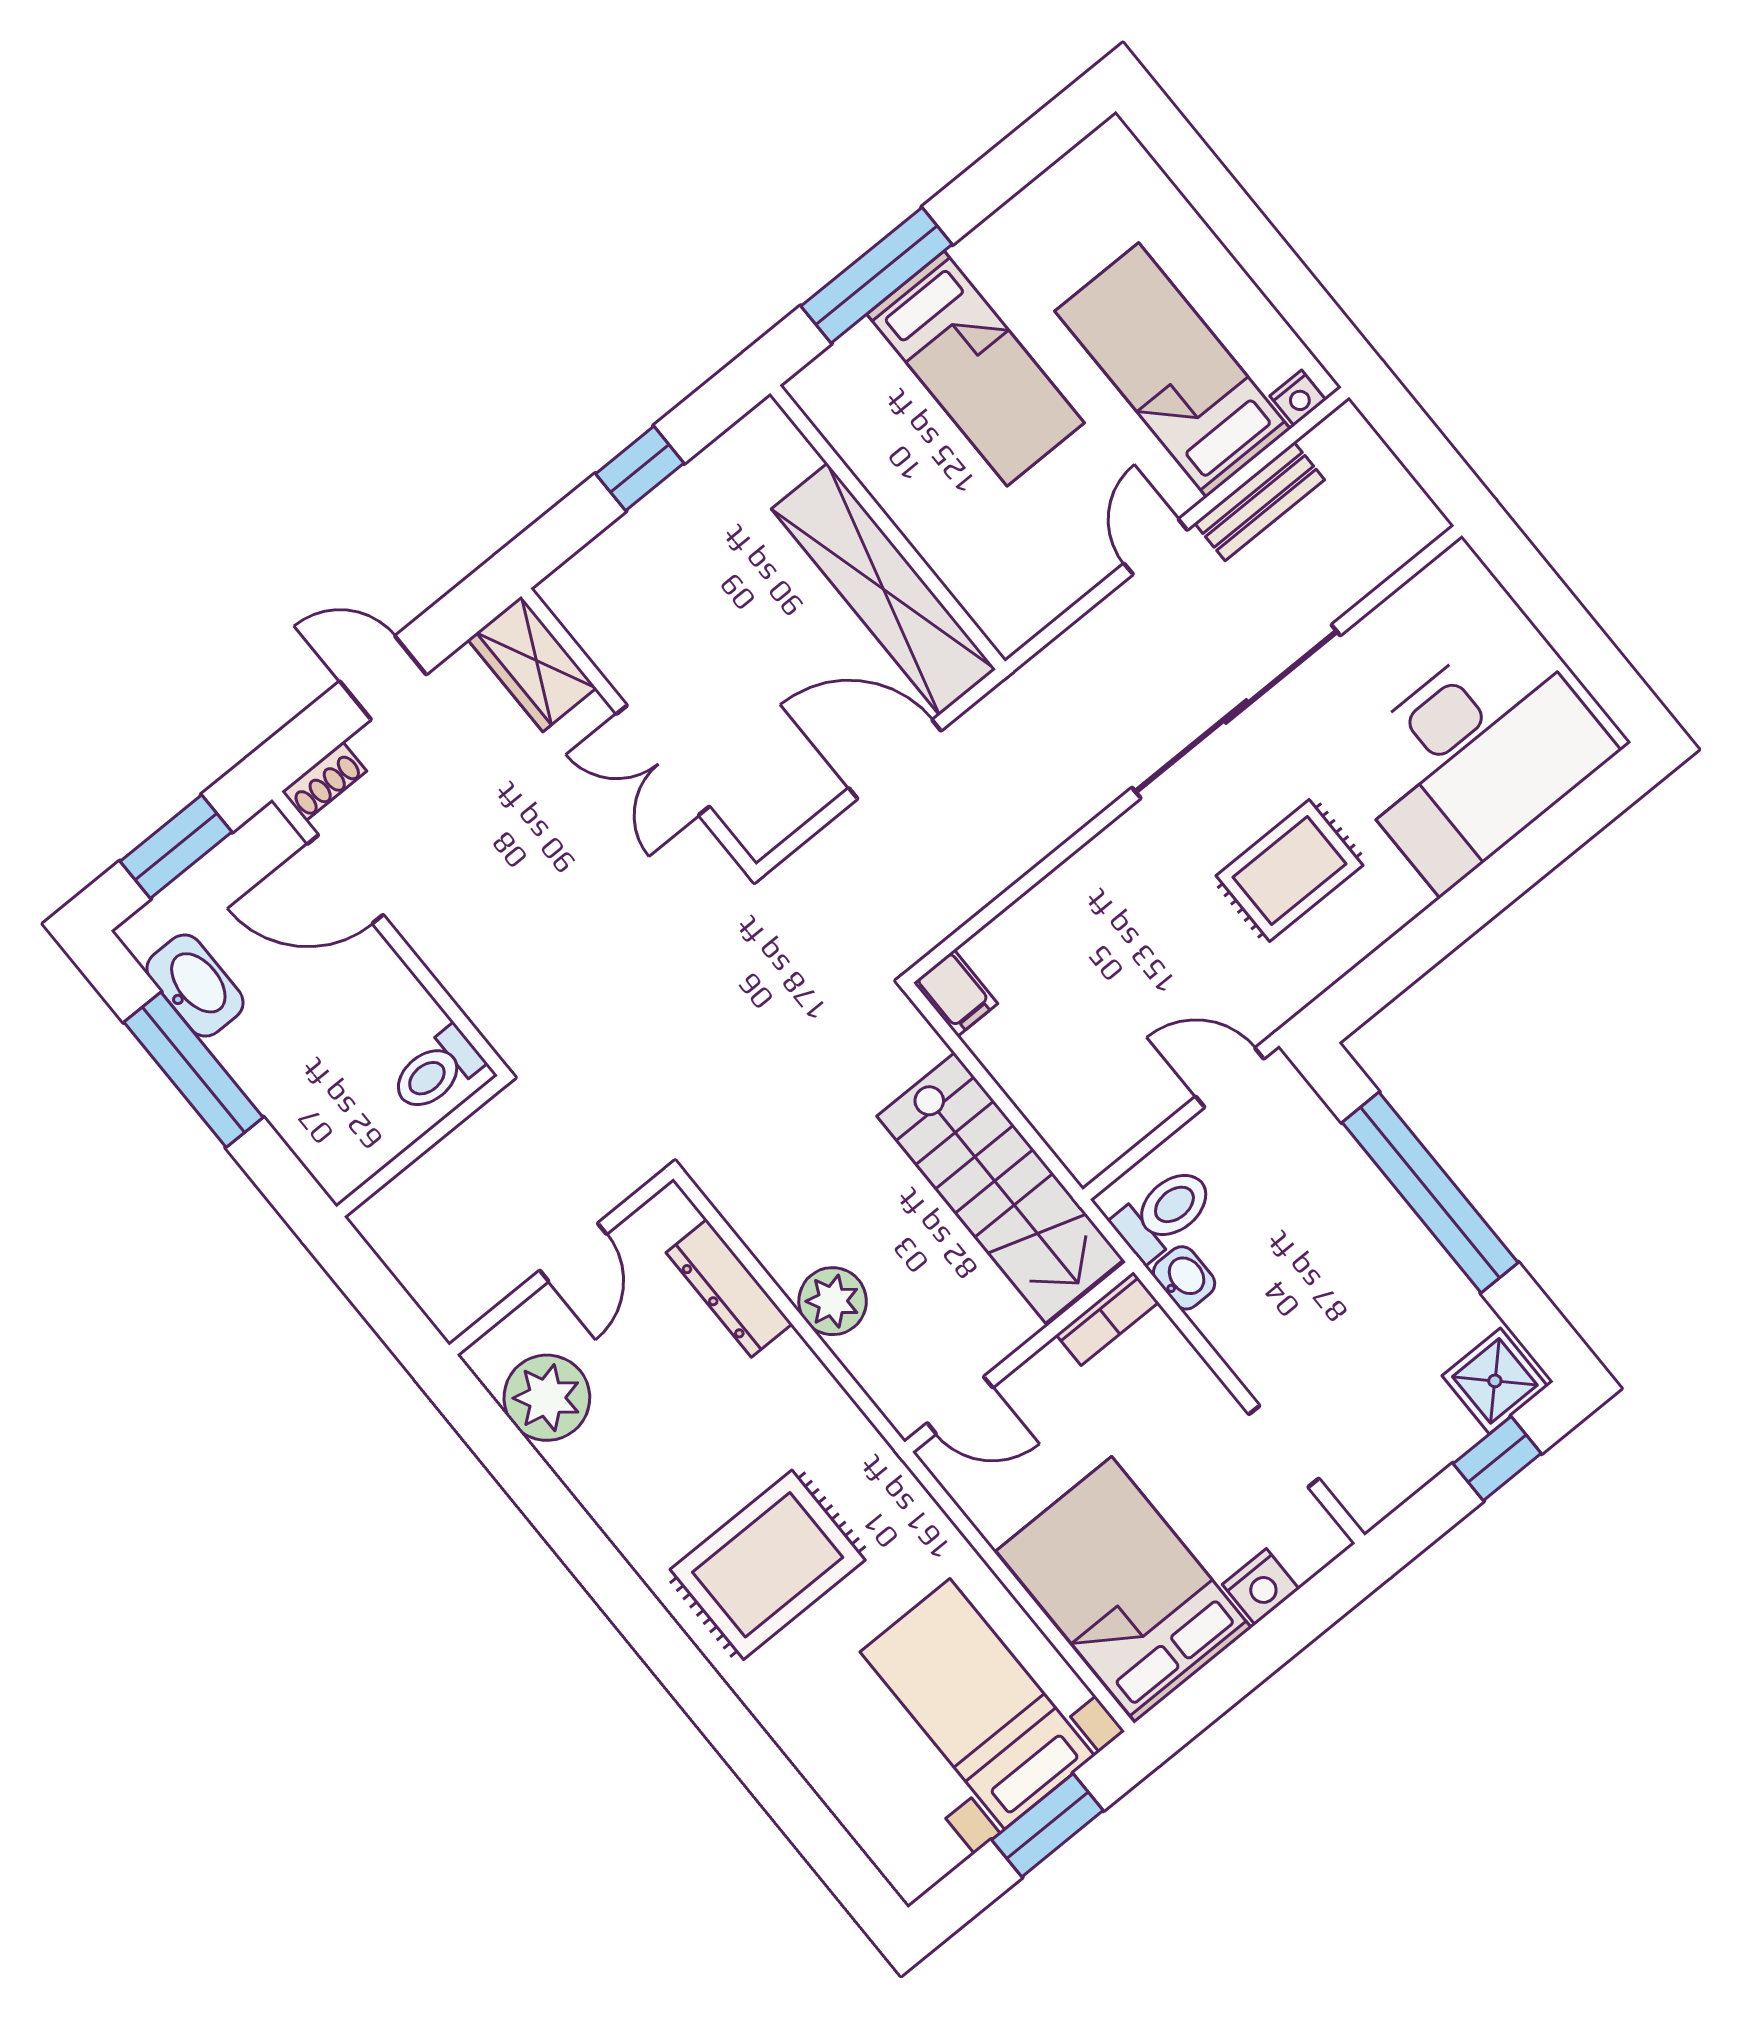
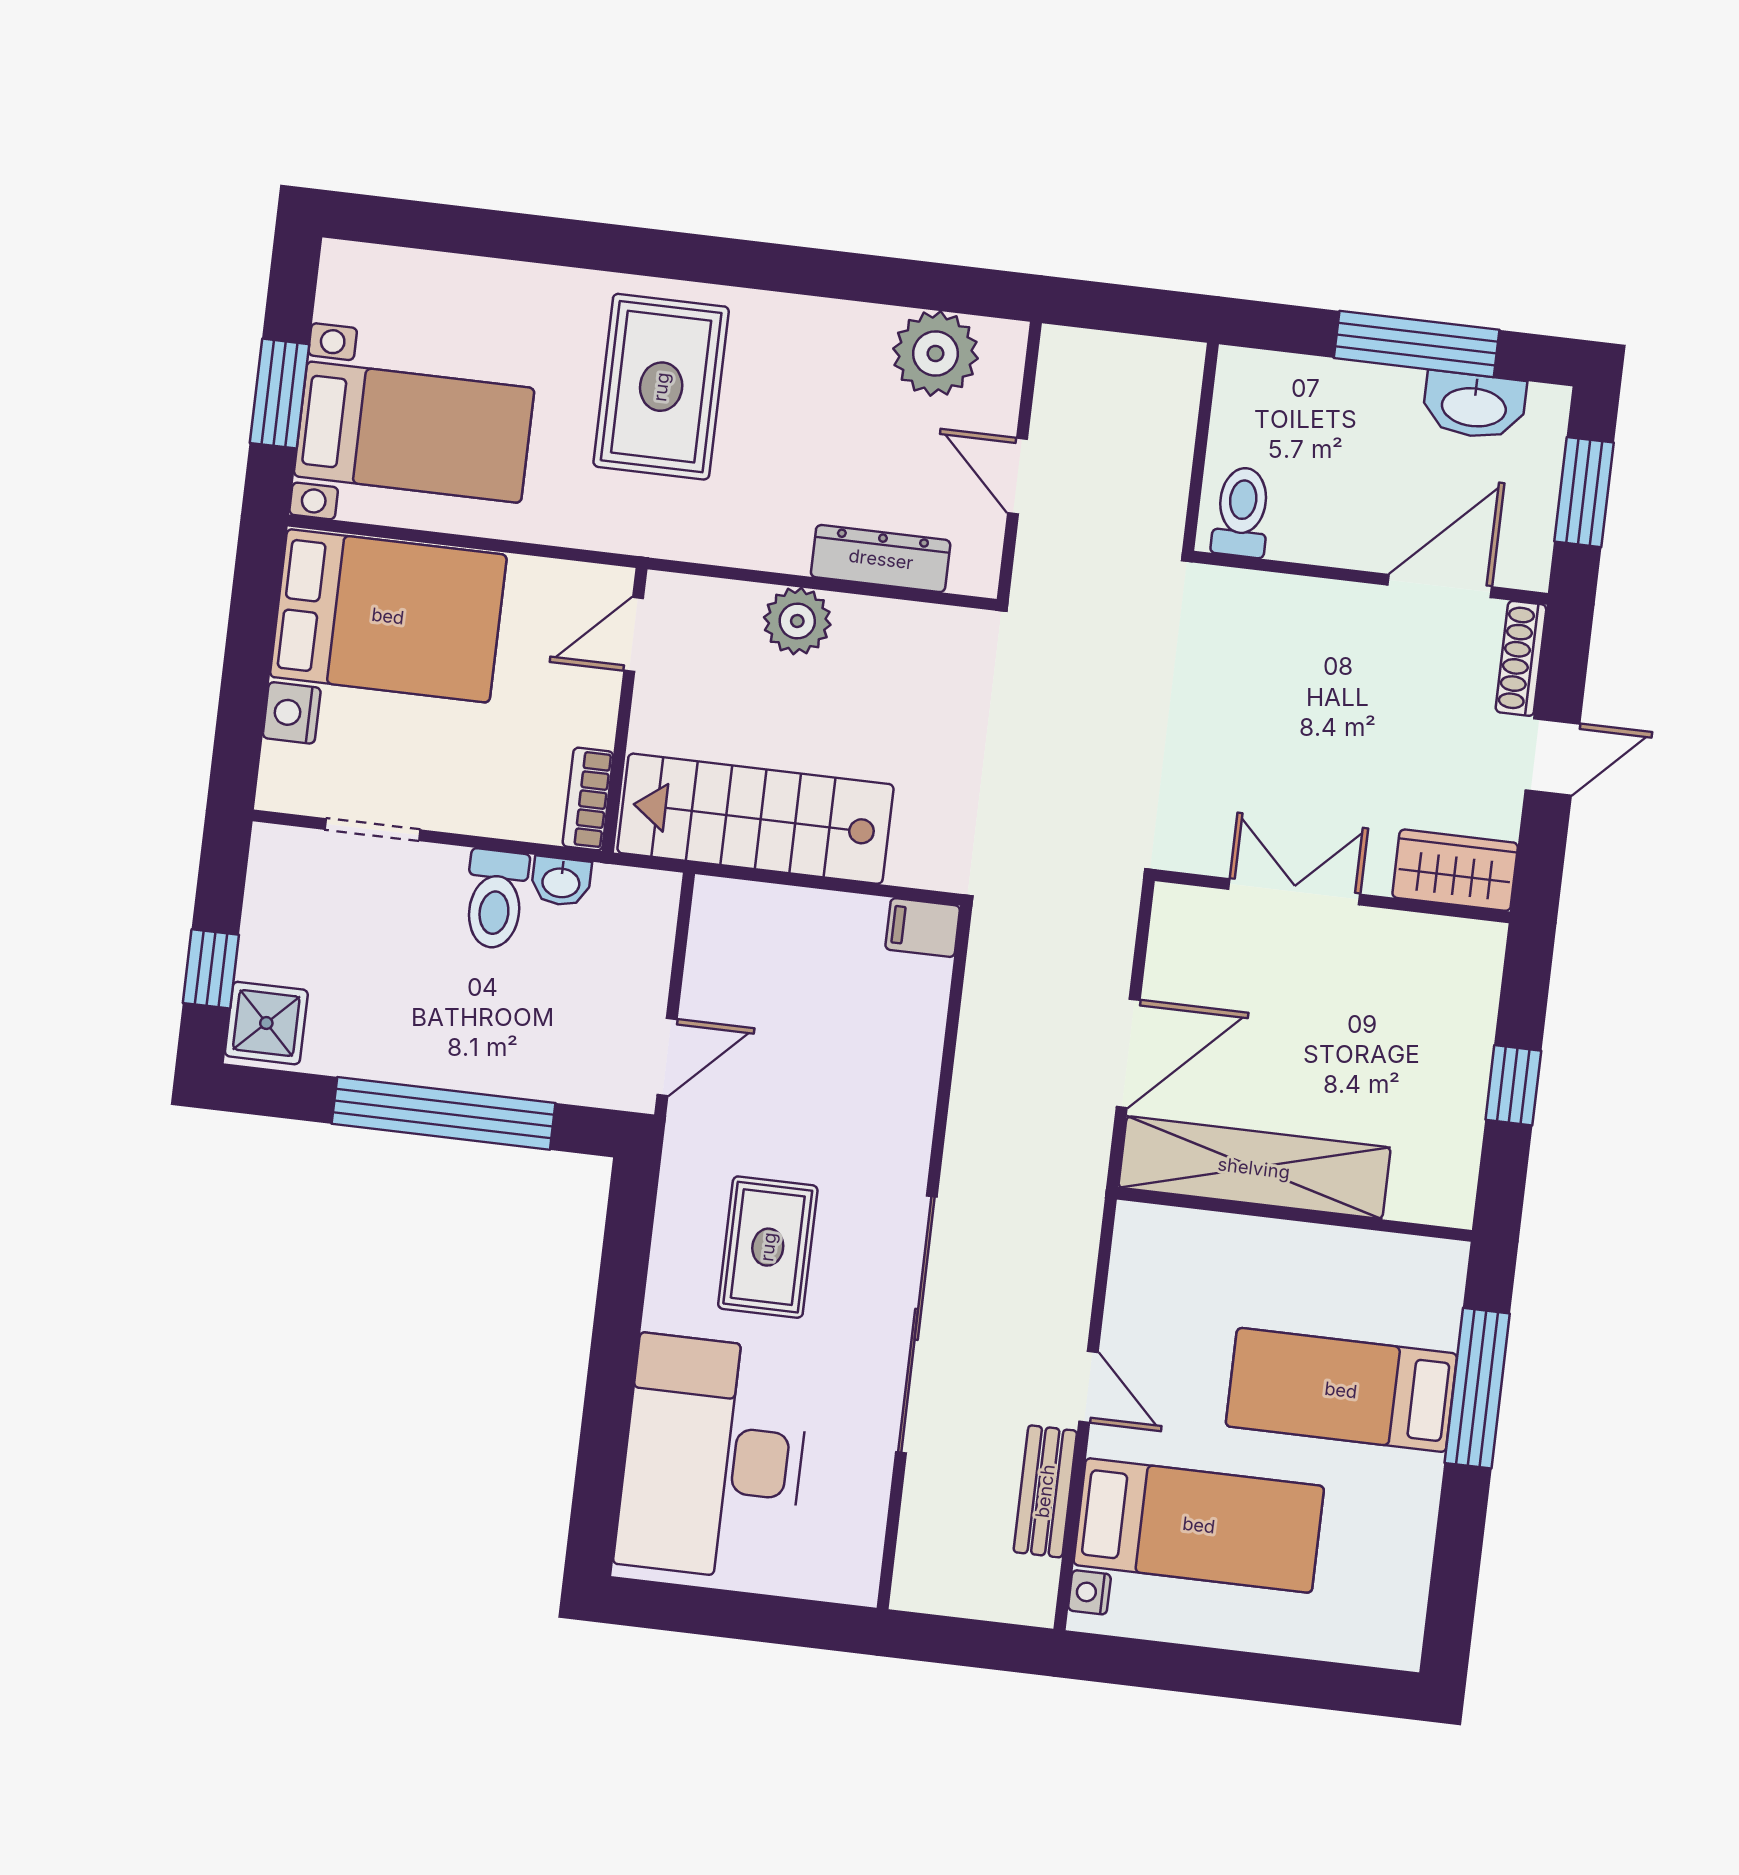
shoe rack: (324, 781) -> (1521, 658), width x1.43
toilet: (1164, 1213) -> (496, 899), moved

